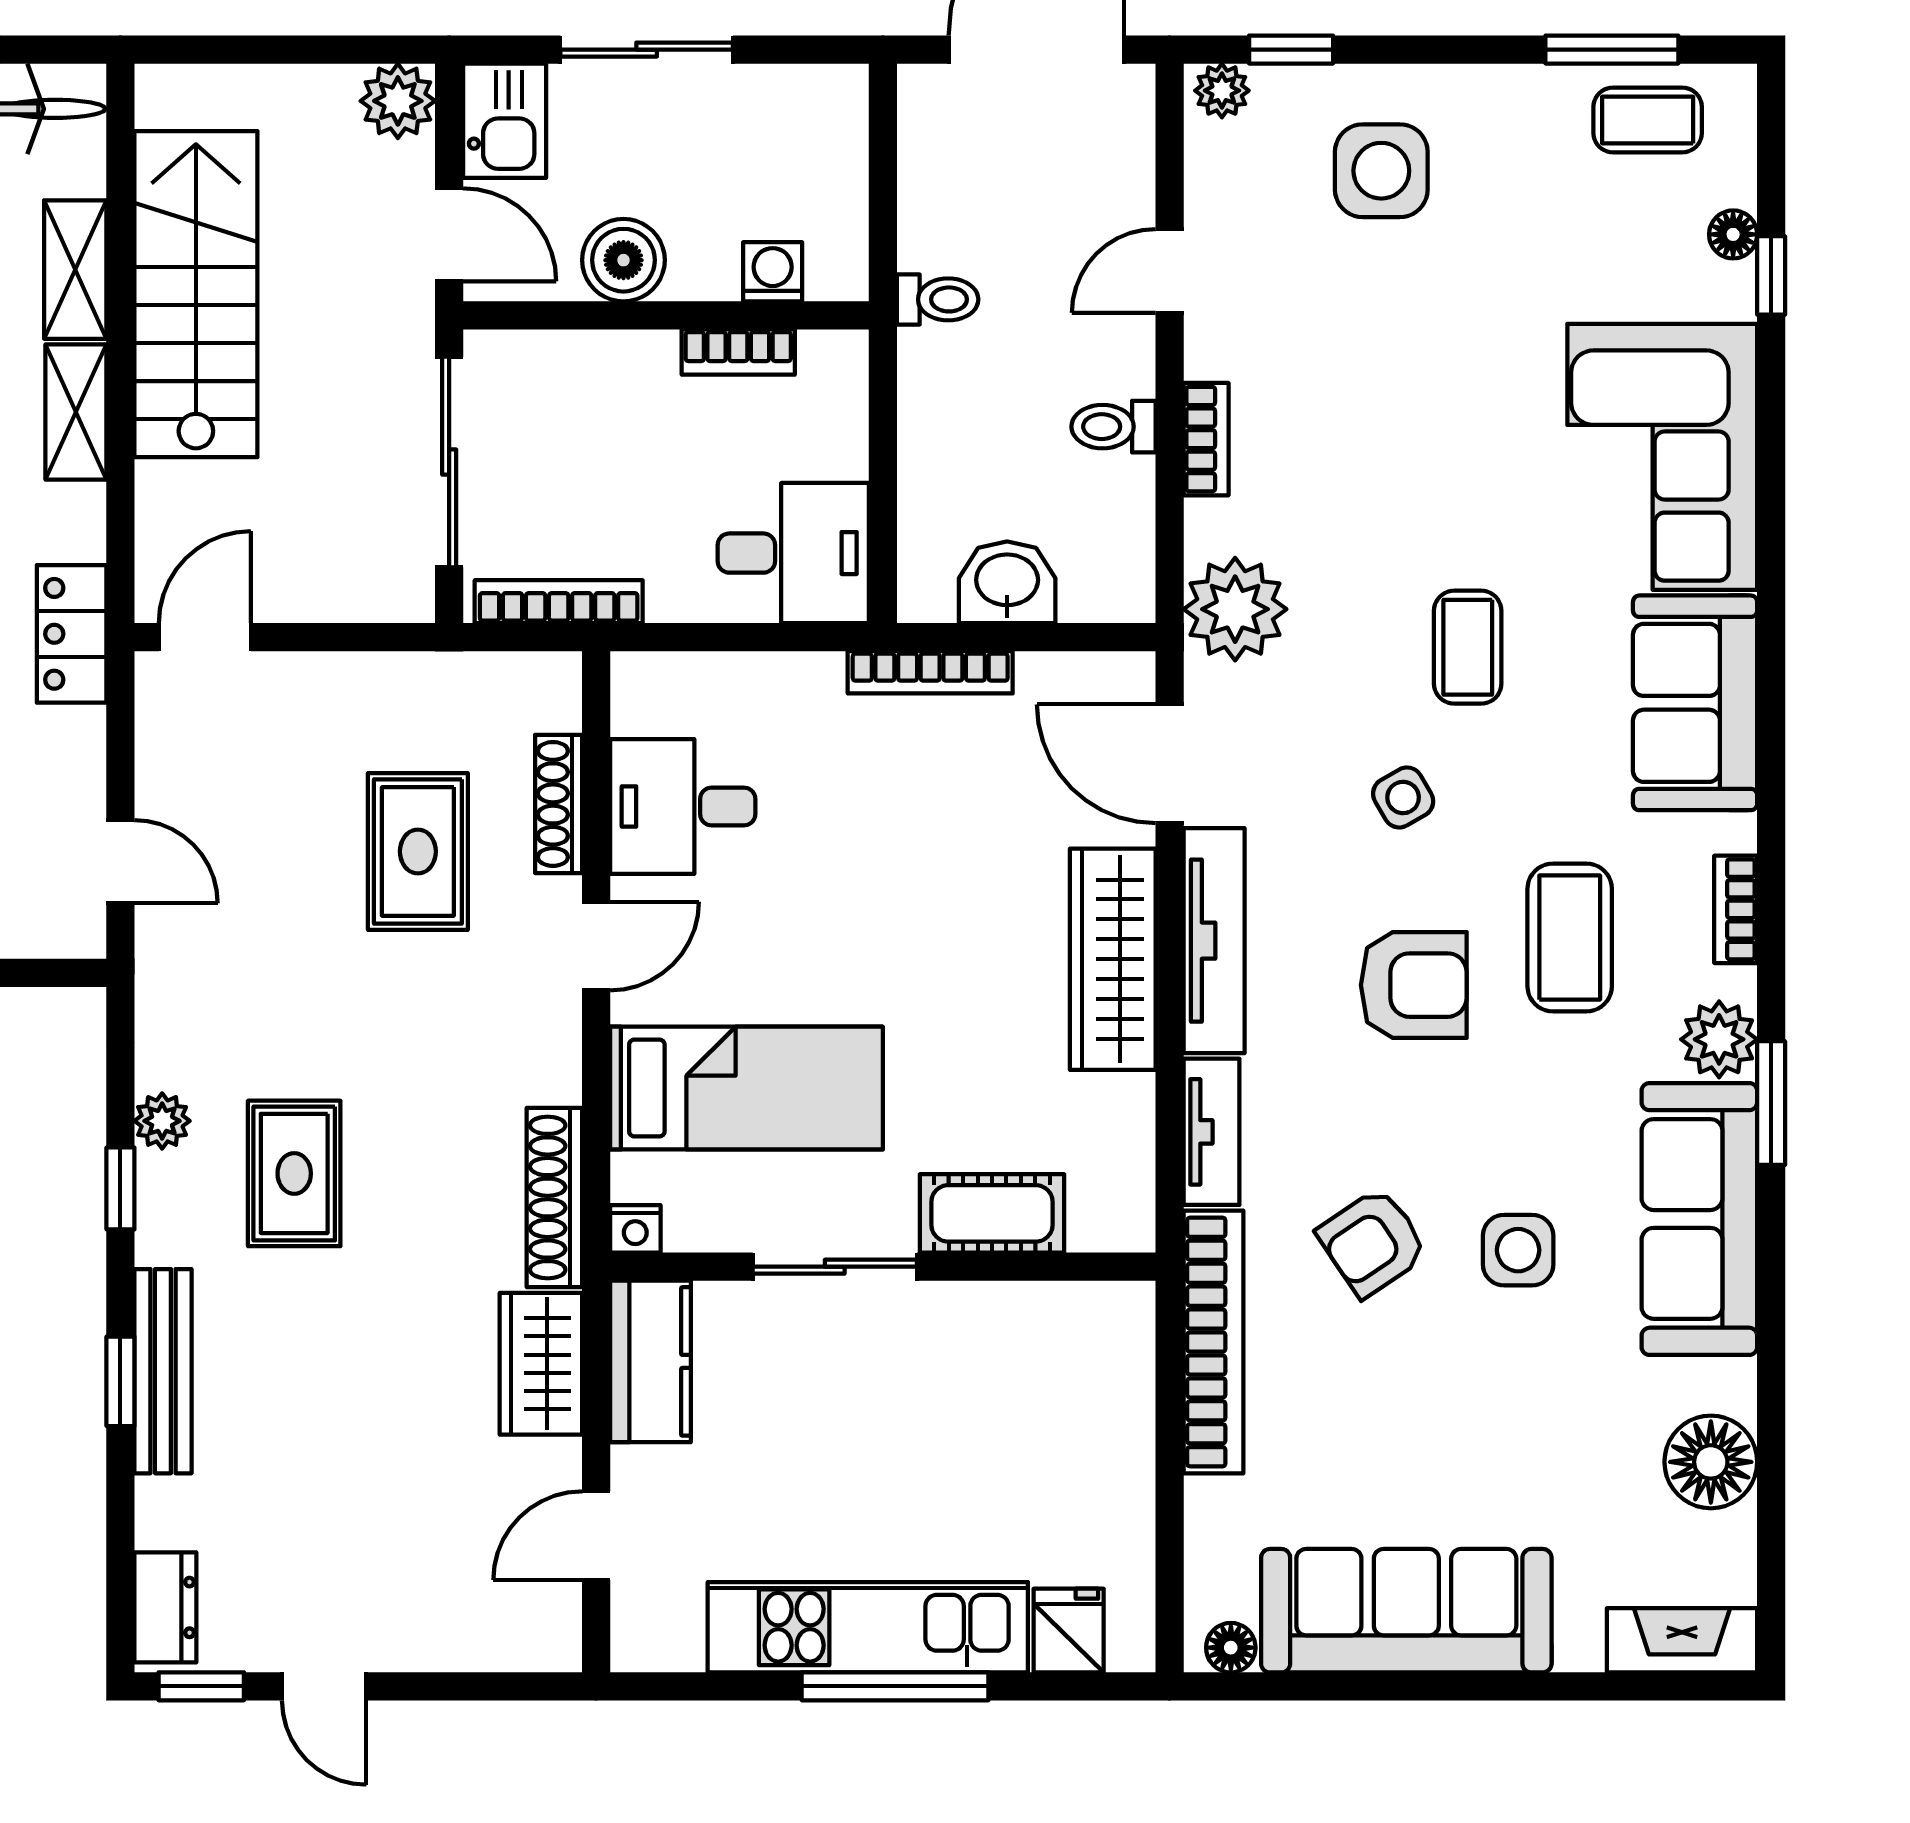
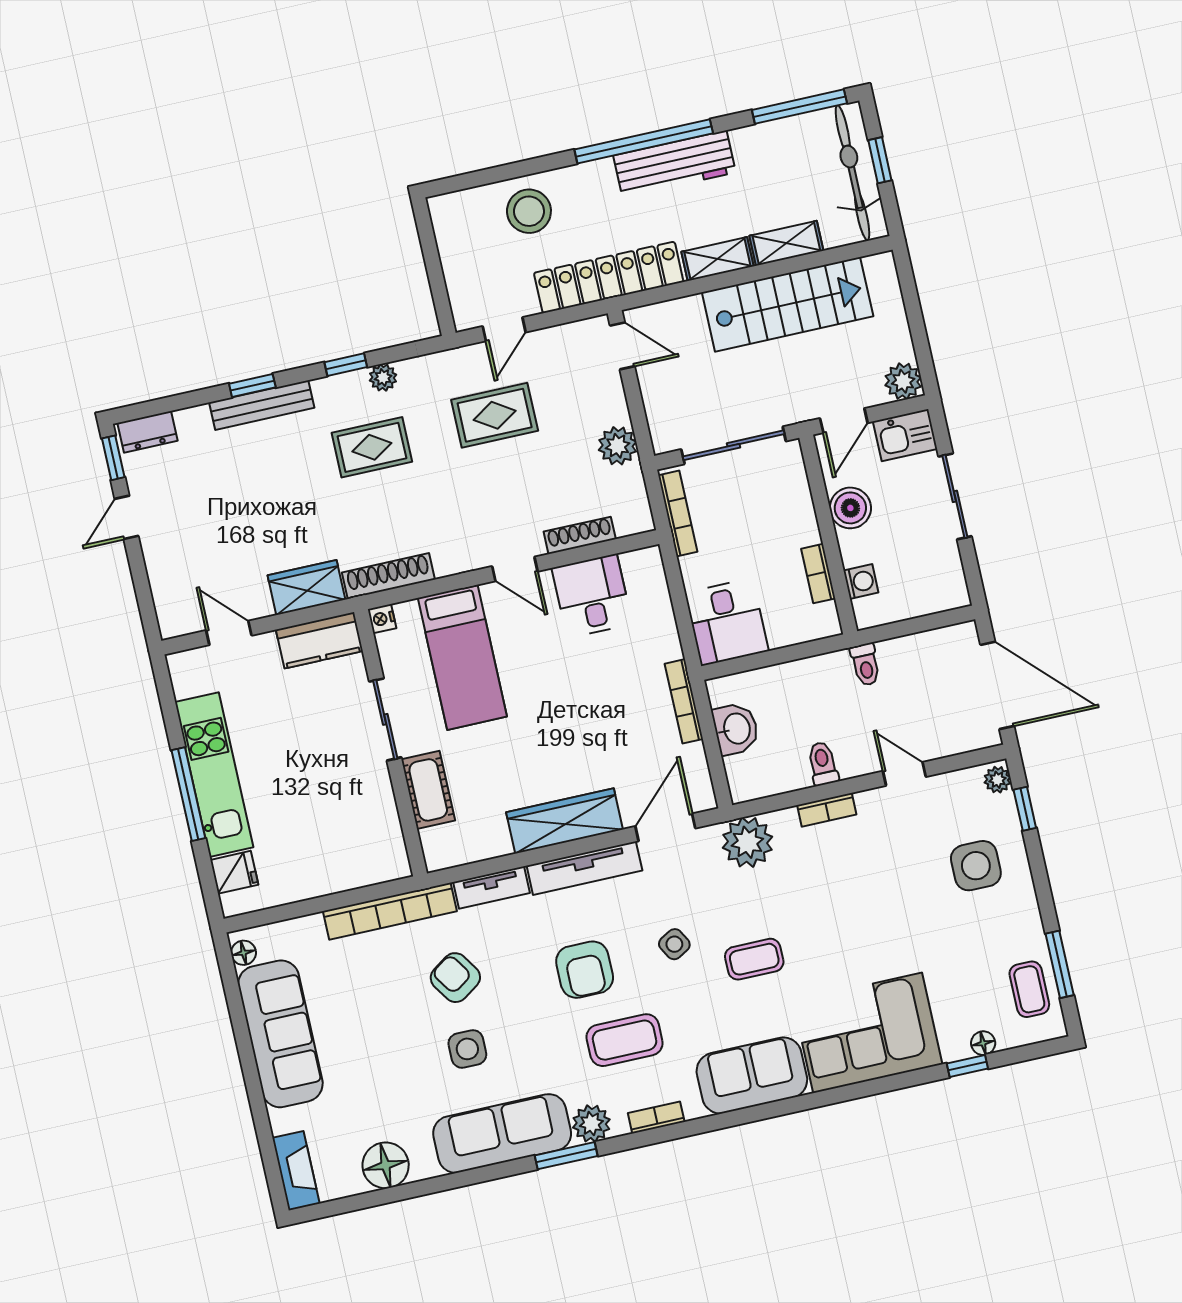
locker: (72, 634) -> (609, 277), width x2.16, depth x1.21
plant: (399, 690) -> (618, 446), added
rug: (418, 851) -> (495, 415), moved

